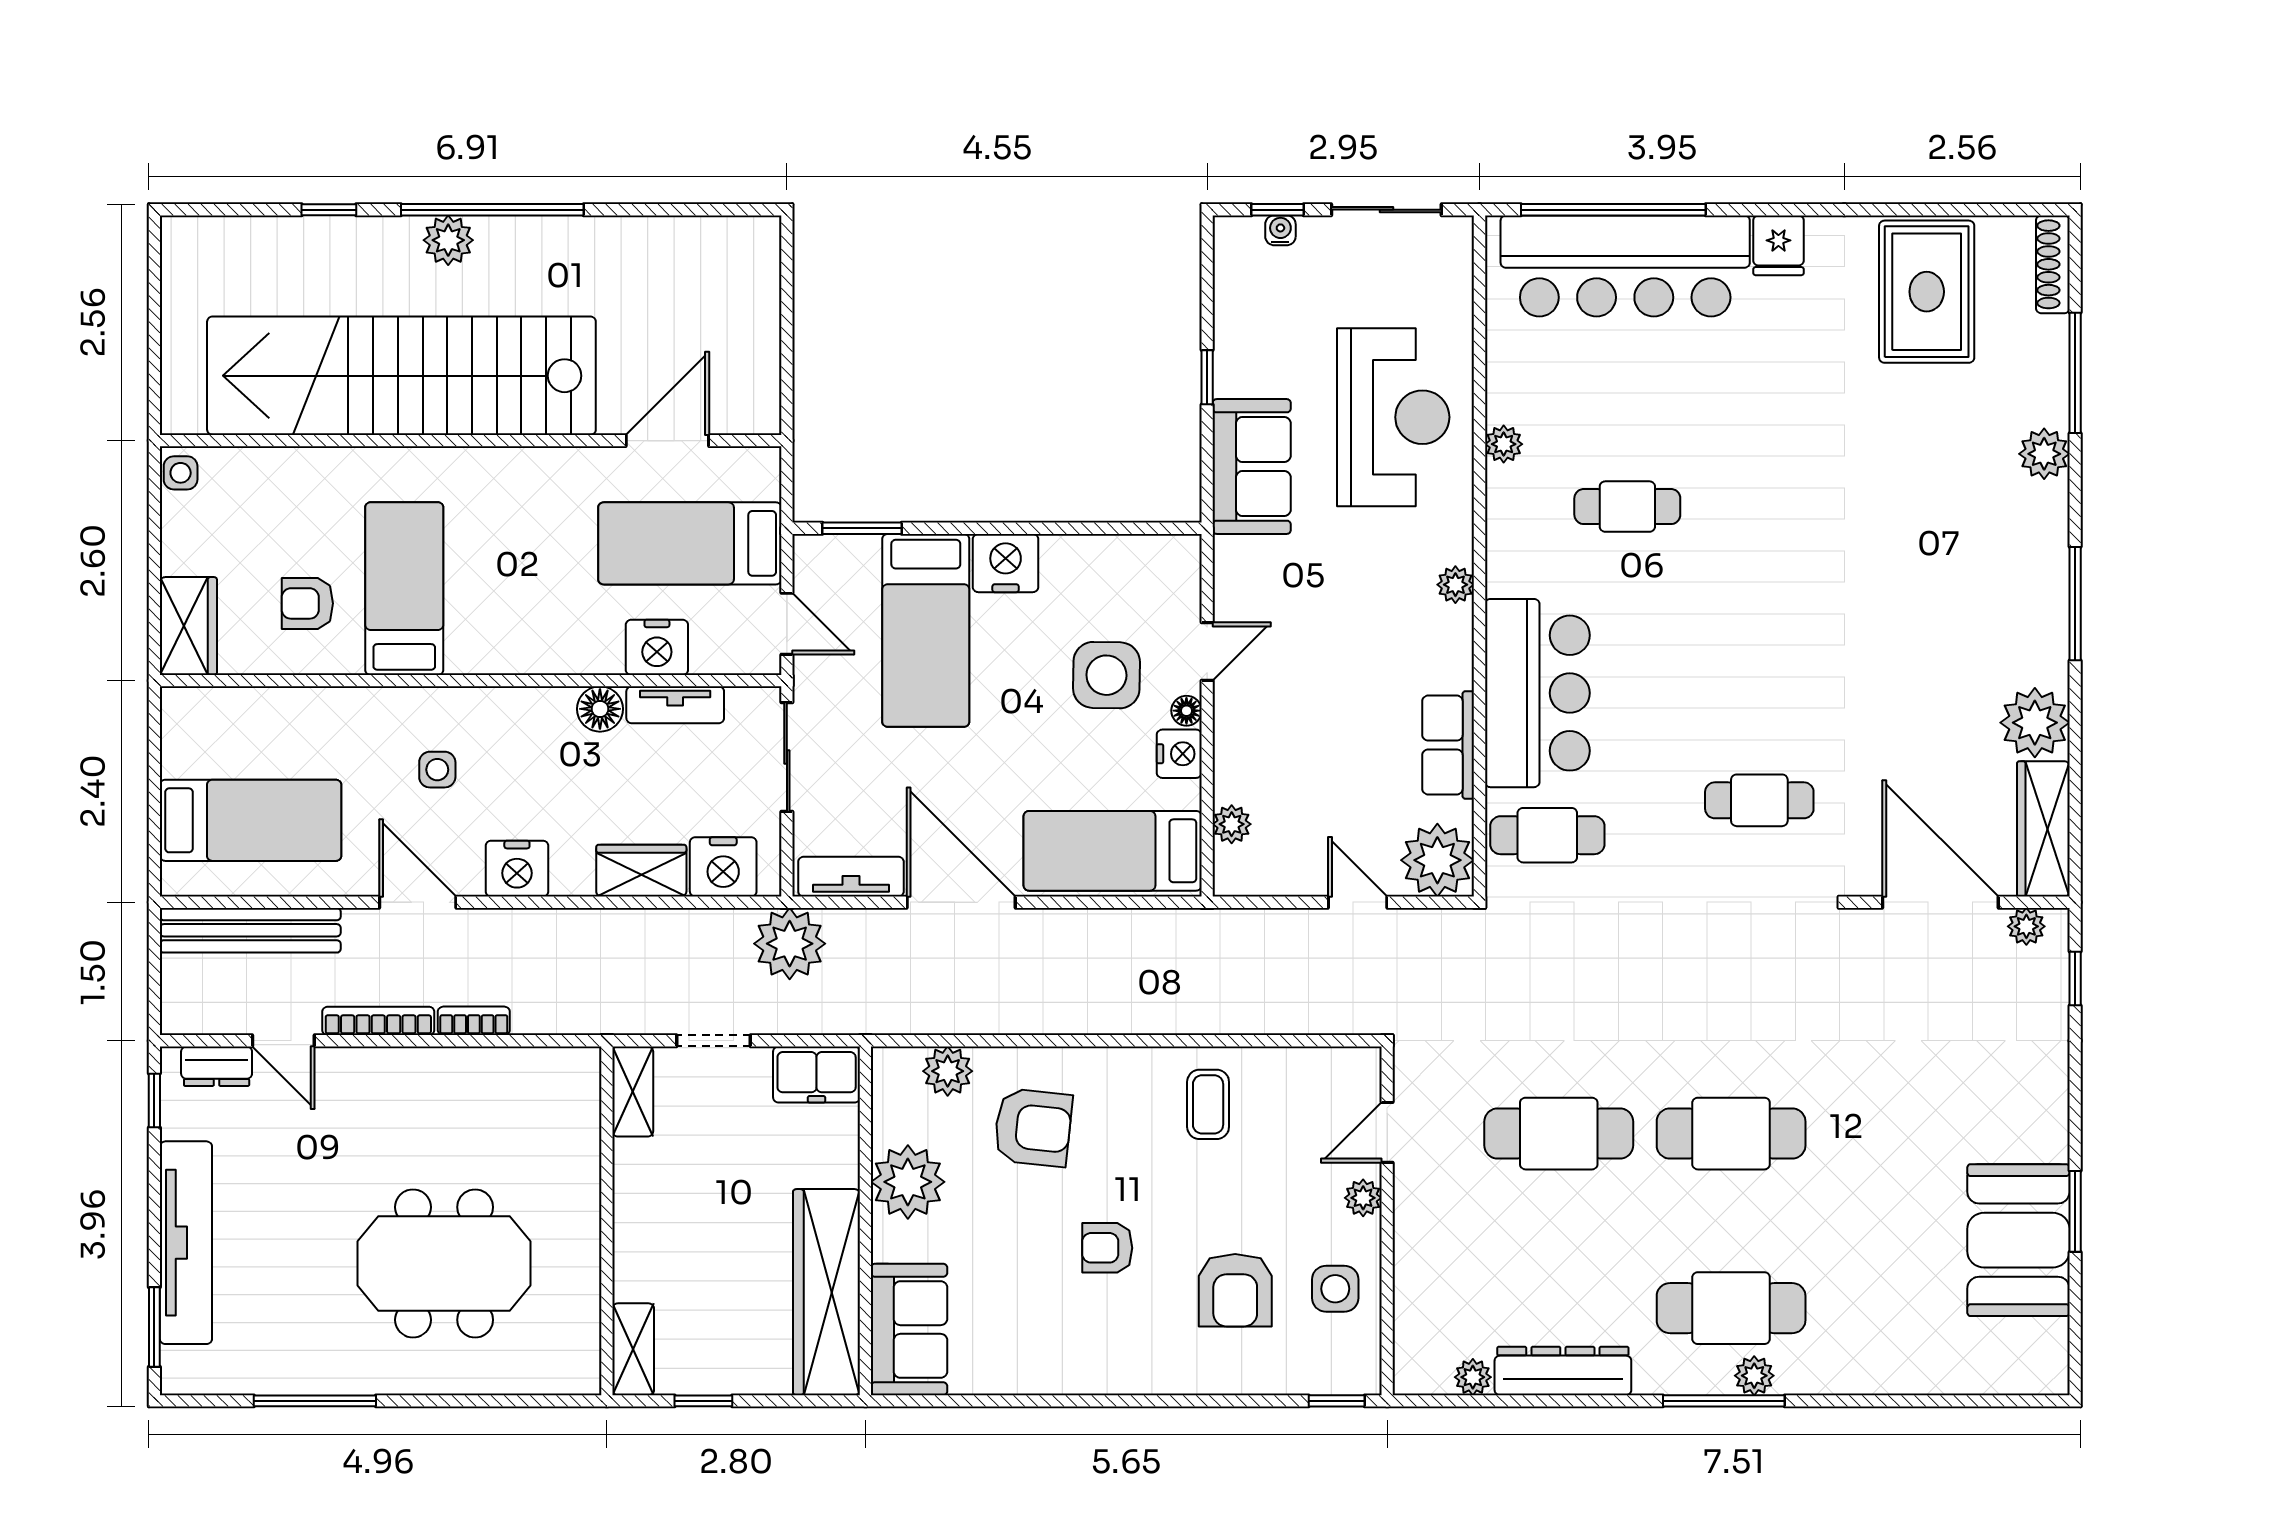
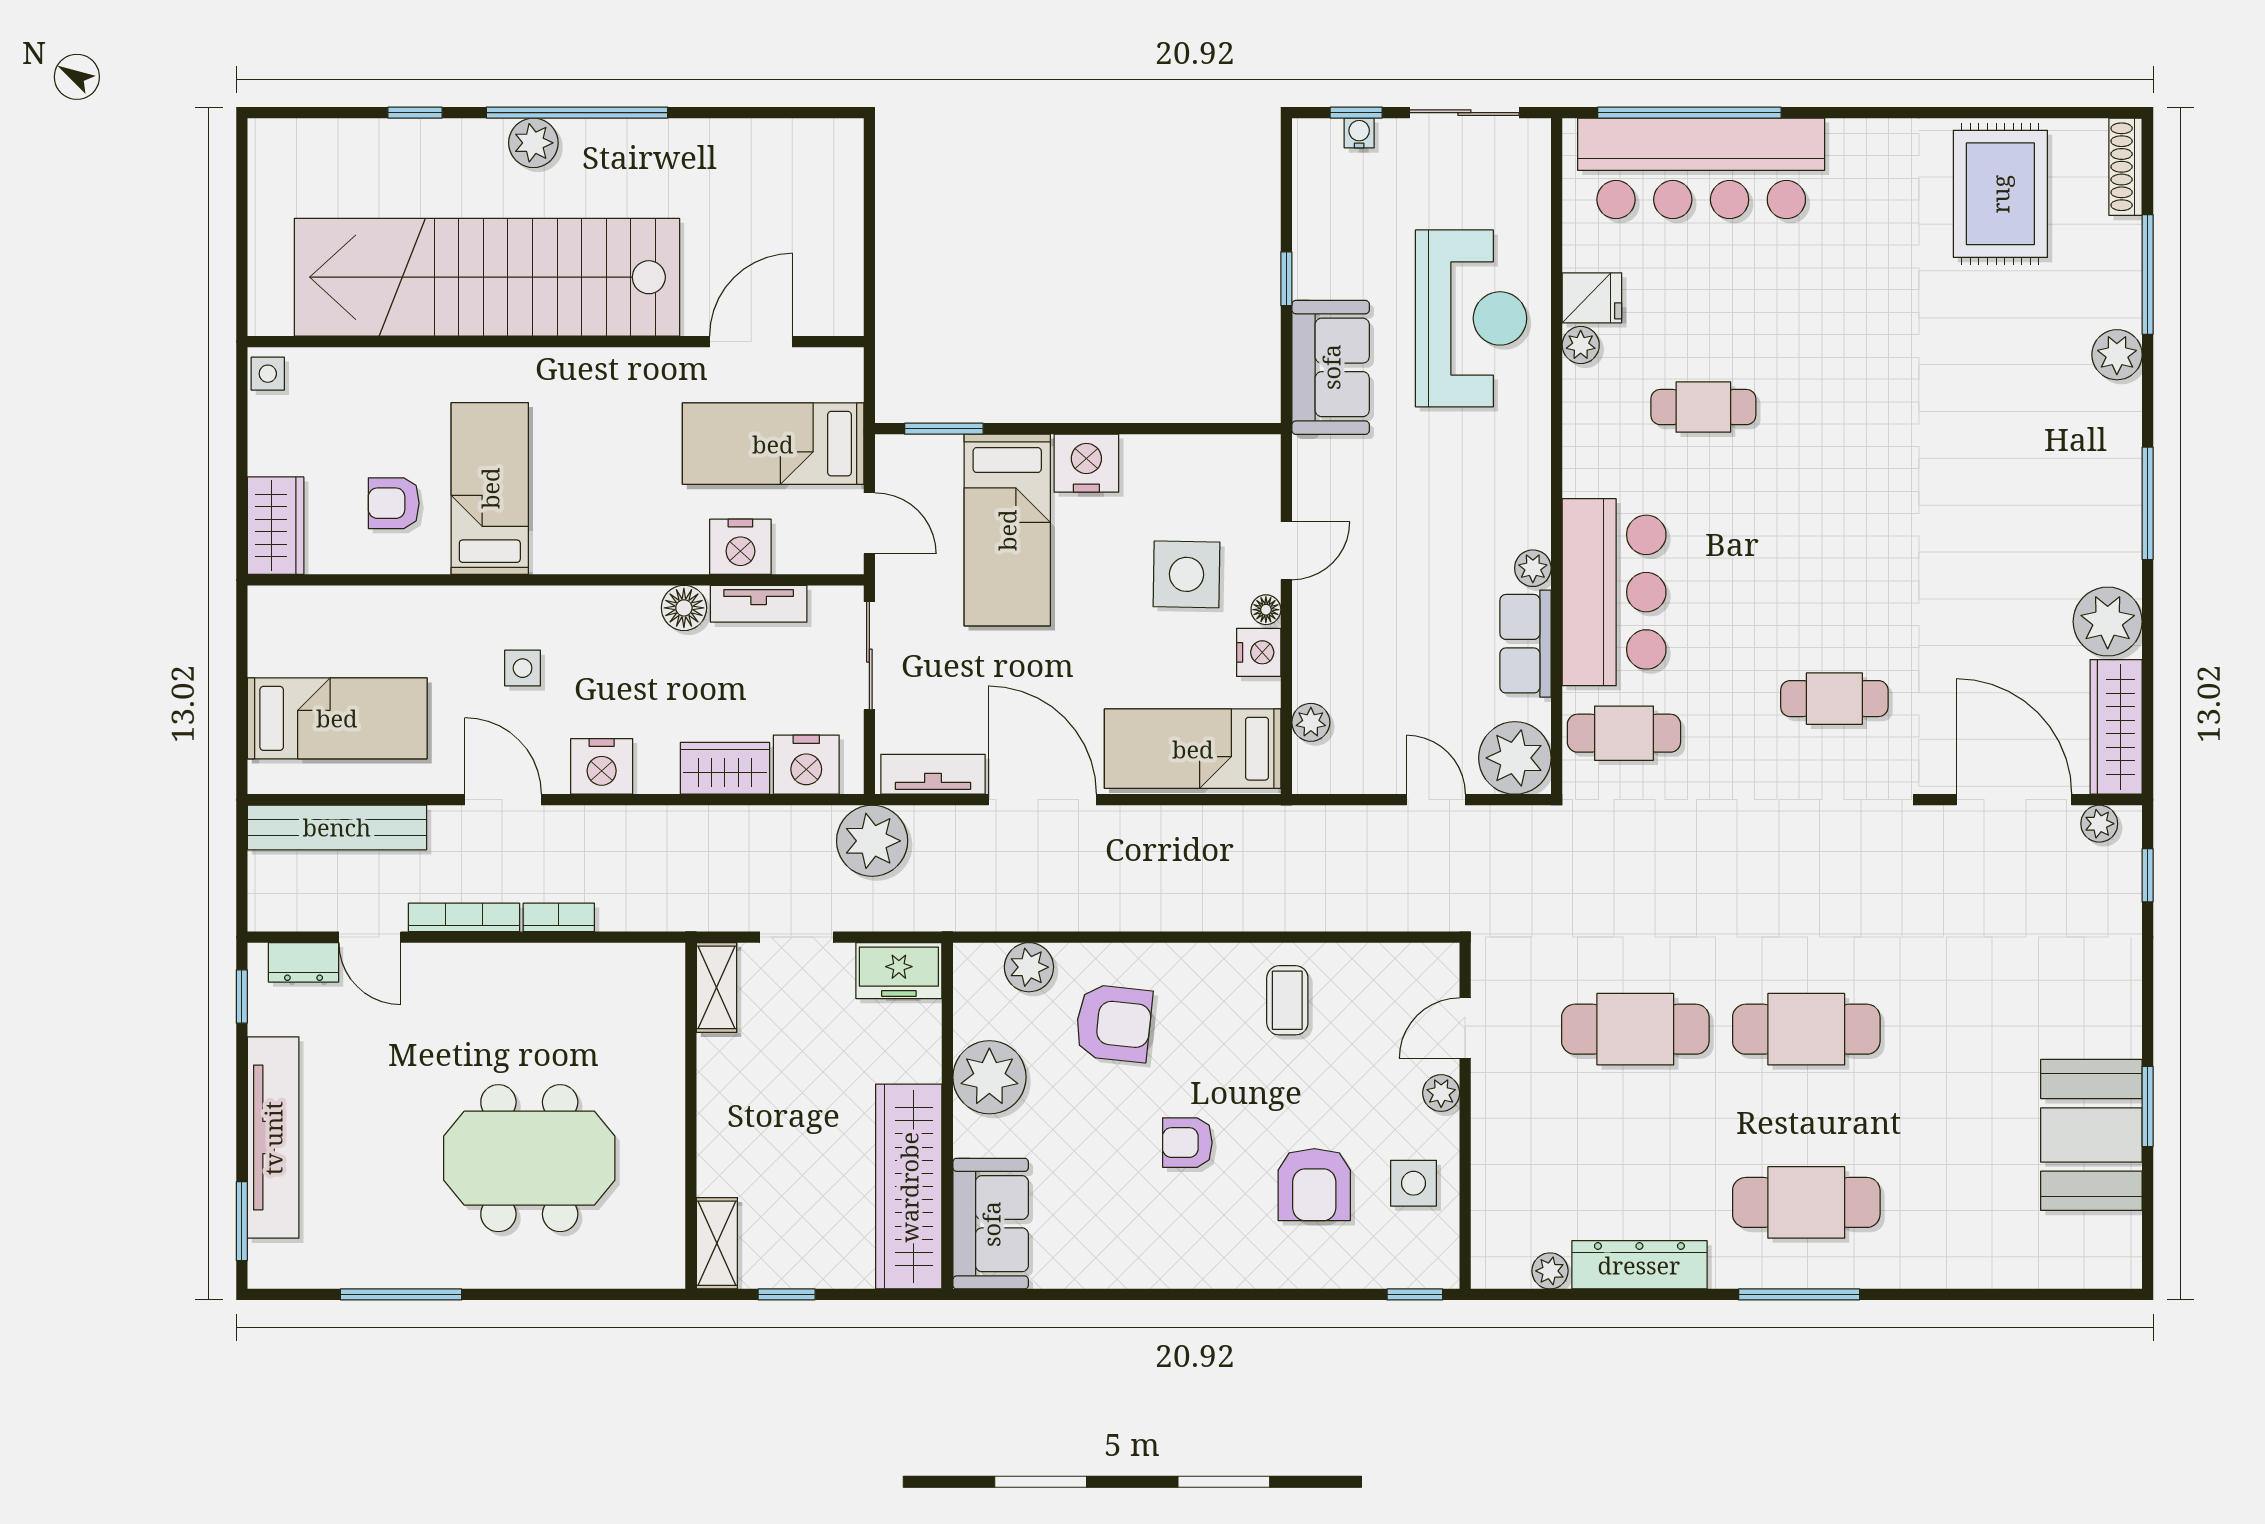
fridge: (1778, 245) -> (1592, 298), moved, turned -90
plant: (1455, 585) -> (1533, 568), moved
plant: (1754, 1376) -> (1829, 1269), removed

